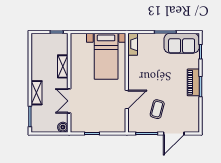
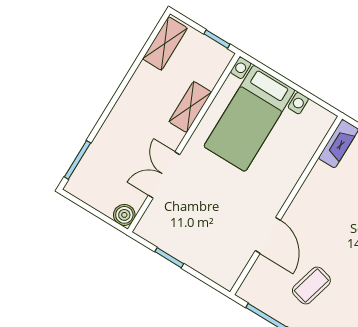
bed with nightstands: (106, 56) -> (249, 118), moved
shelving: (36, 93) -> (165, 43), moved
door: (127, 99) -> (268, 235), hinge flipped

